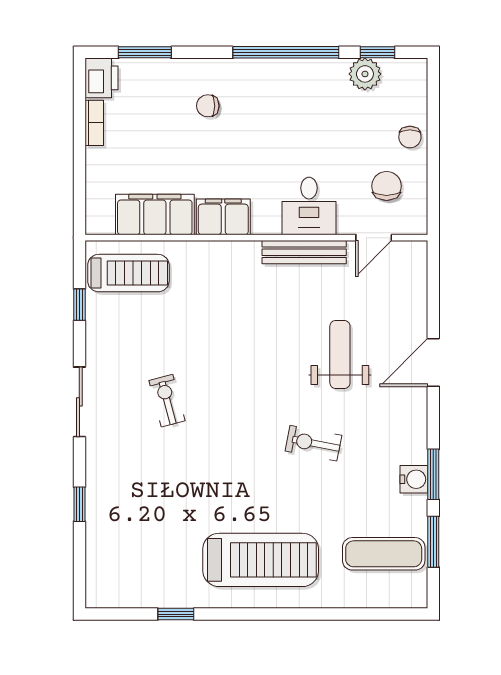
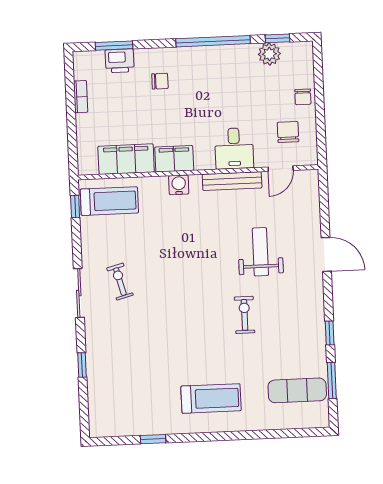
printer: (101, 78) -> (120, 61), moved, turned 90
chair: (208, 106) -> (160, 81), turned 180
window: (79, 305) -> (75, 206), moved
door: (433, 362) -> (326, 254), swing flipped
exercise bike: (167, 401) -> (120, 282), moved
exercise bike: (313, 443) -> (245, 315), turned 79
window: (433, 474) -> (330, 333), width x0.67
water cooler: (414, 479) -> (179, 185), moved, turned -90
treadmill: (261, 560) -> (211, 398), width x0.73, depth x0.73

